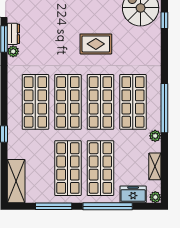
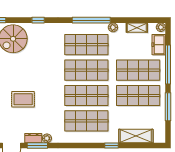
window: (164, 20) -> (38, 20), moved
rug: (96, 44) -> (23, 99), moved, turned 90
shelving: (16, 181) -> (136, 136), moved

